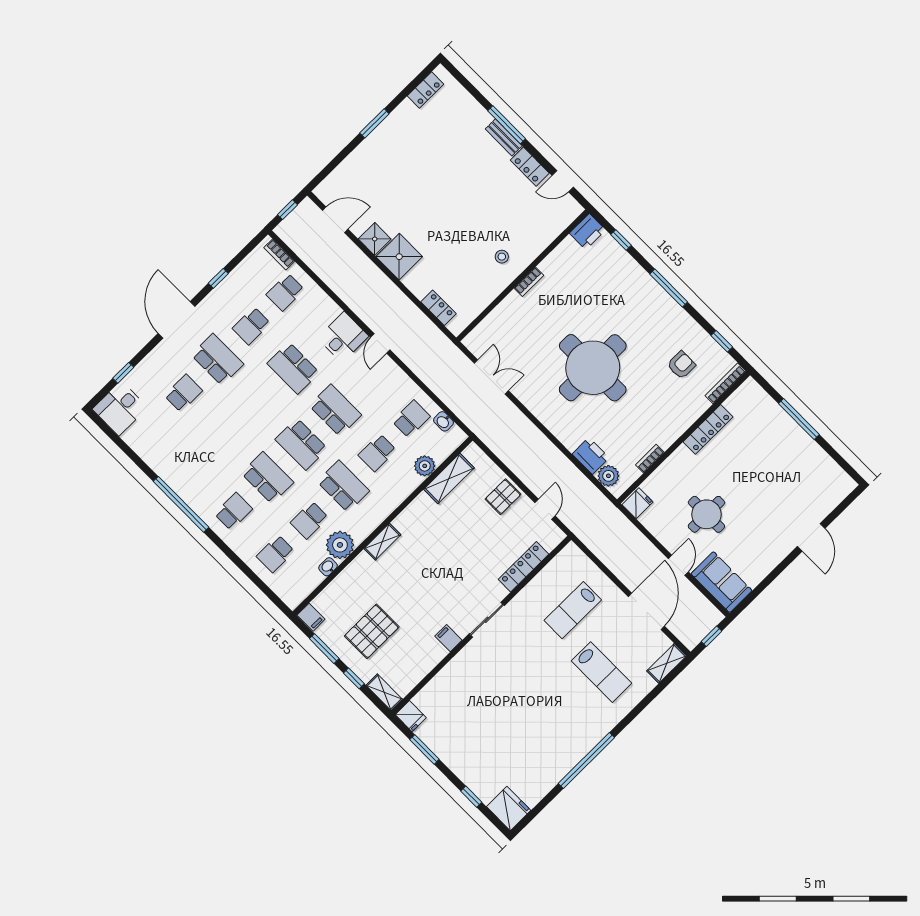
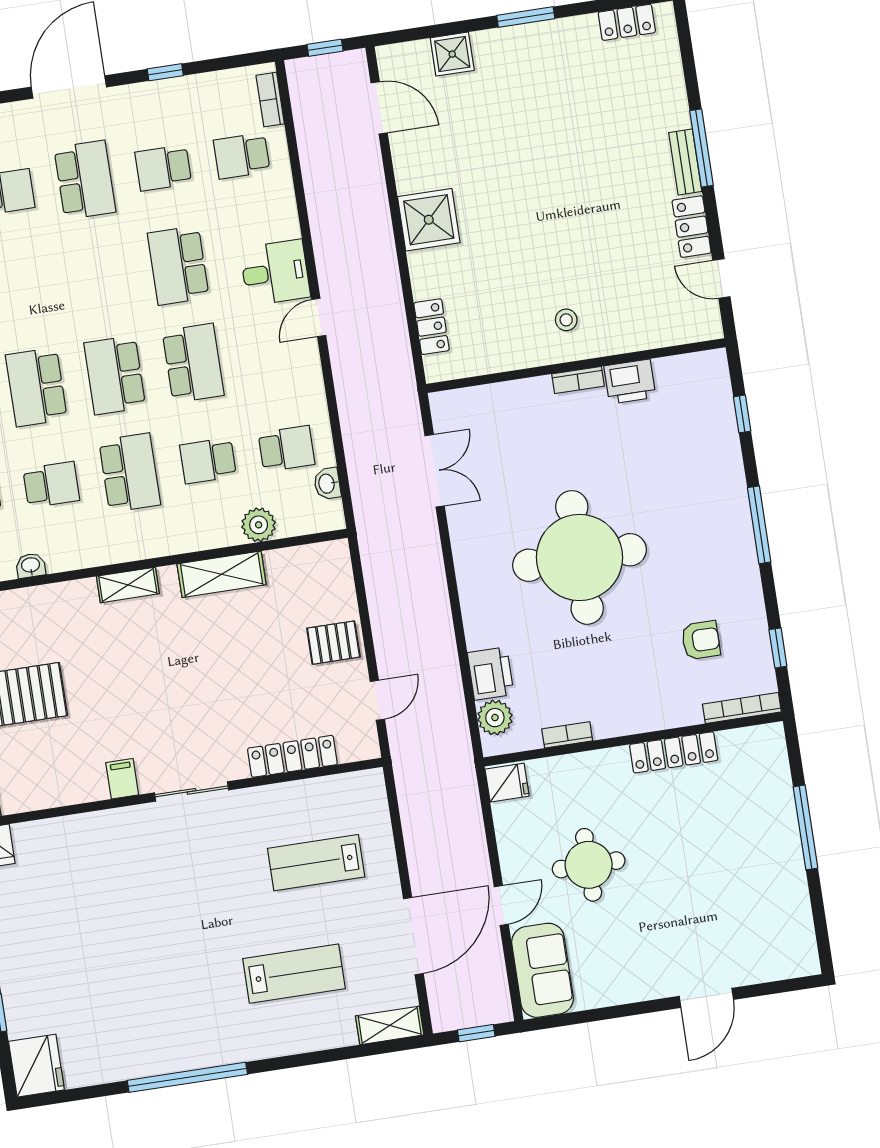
printer: (588, 232) -> (630, 382), moved
shower: (375, 239) -> (452, 54), moved
school desk: (267, 478) -> (36, 387), turned 180
shelving: (449, 479) -> (222, 574), moved
school desk: (309, 520) -> (51, 485), turned 180
plant: (340, 545) -> (68, 548), removed
lab bench: (602, 672) -> (294, 974), turned -90

